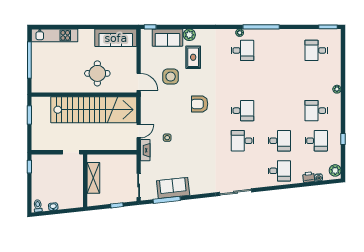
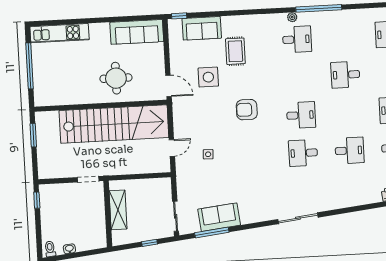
plant: (189, 35) -> (229, 23), removed
fireplace: (145, 150) -> (182, 171), removed
desk: (279, 171) -> (345, 75), moved, turned 180

